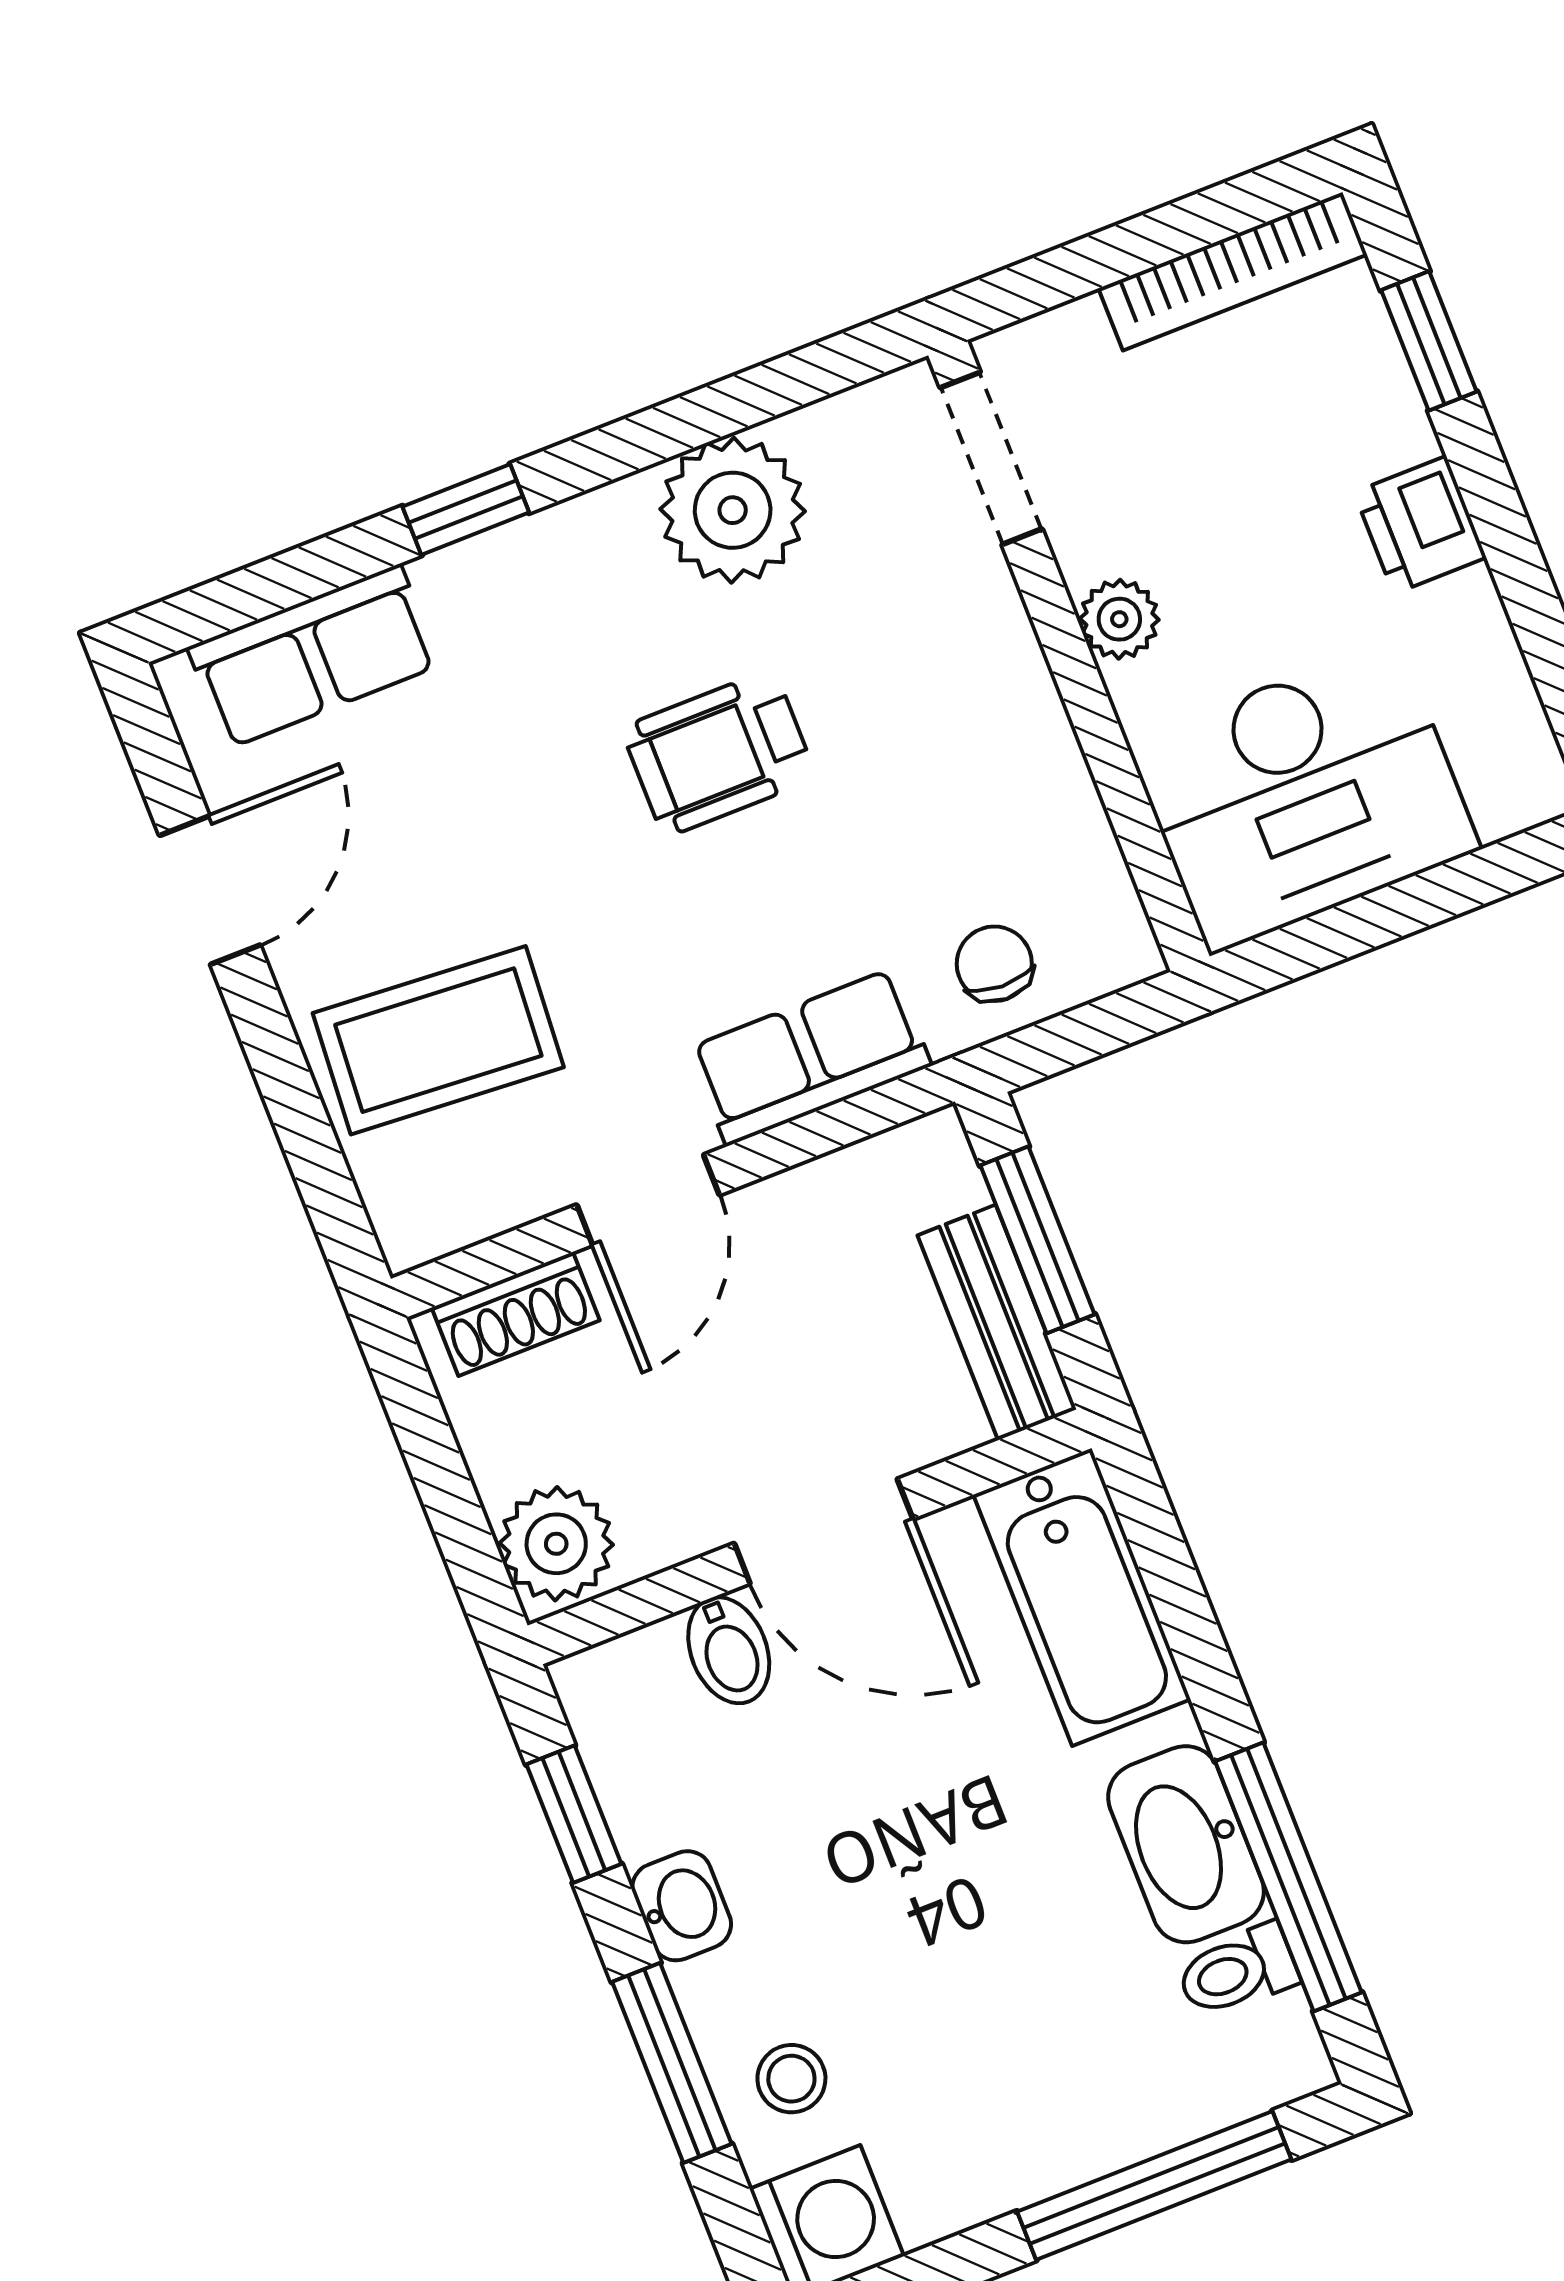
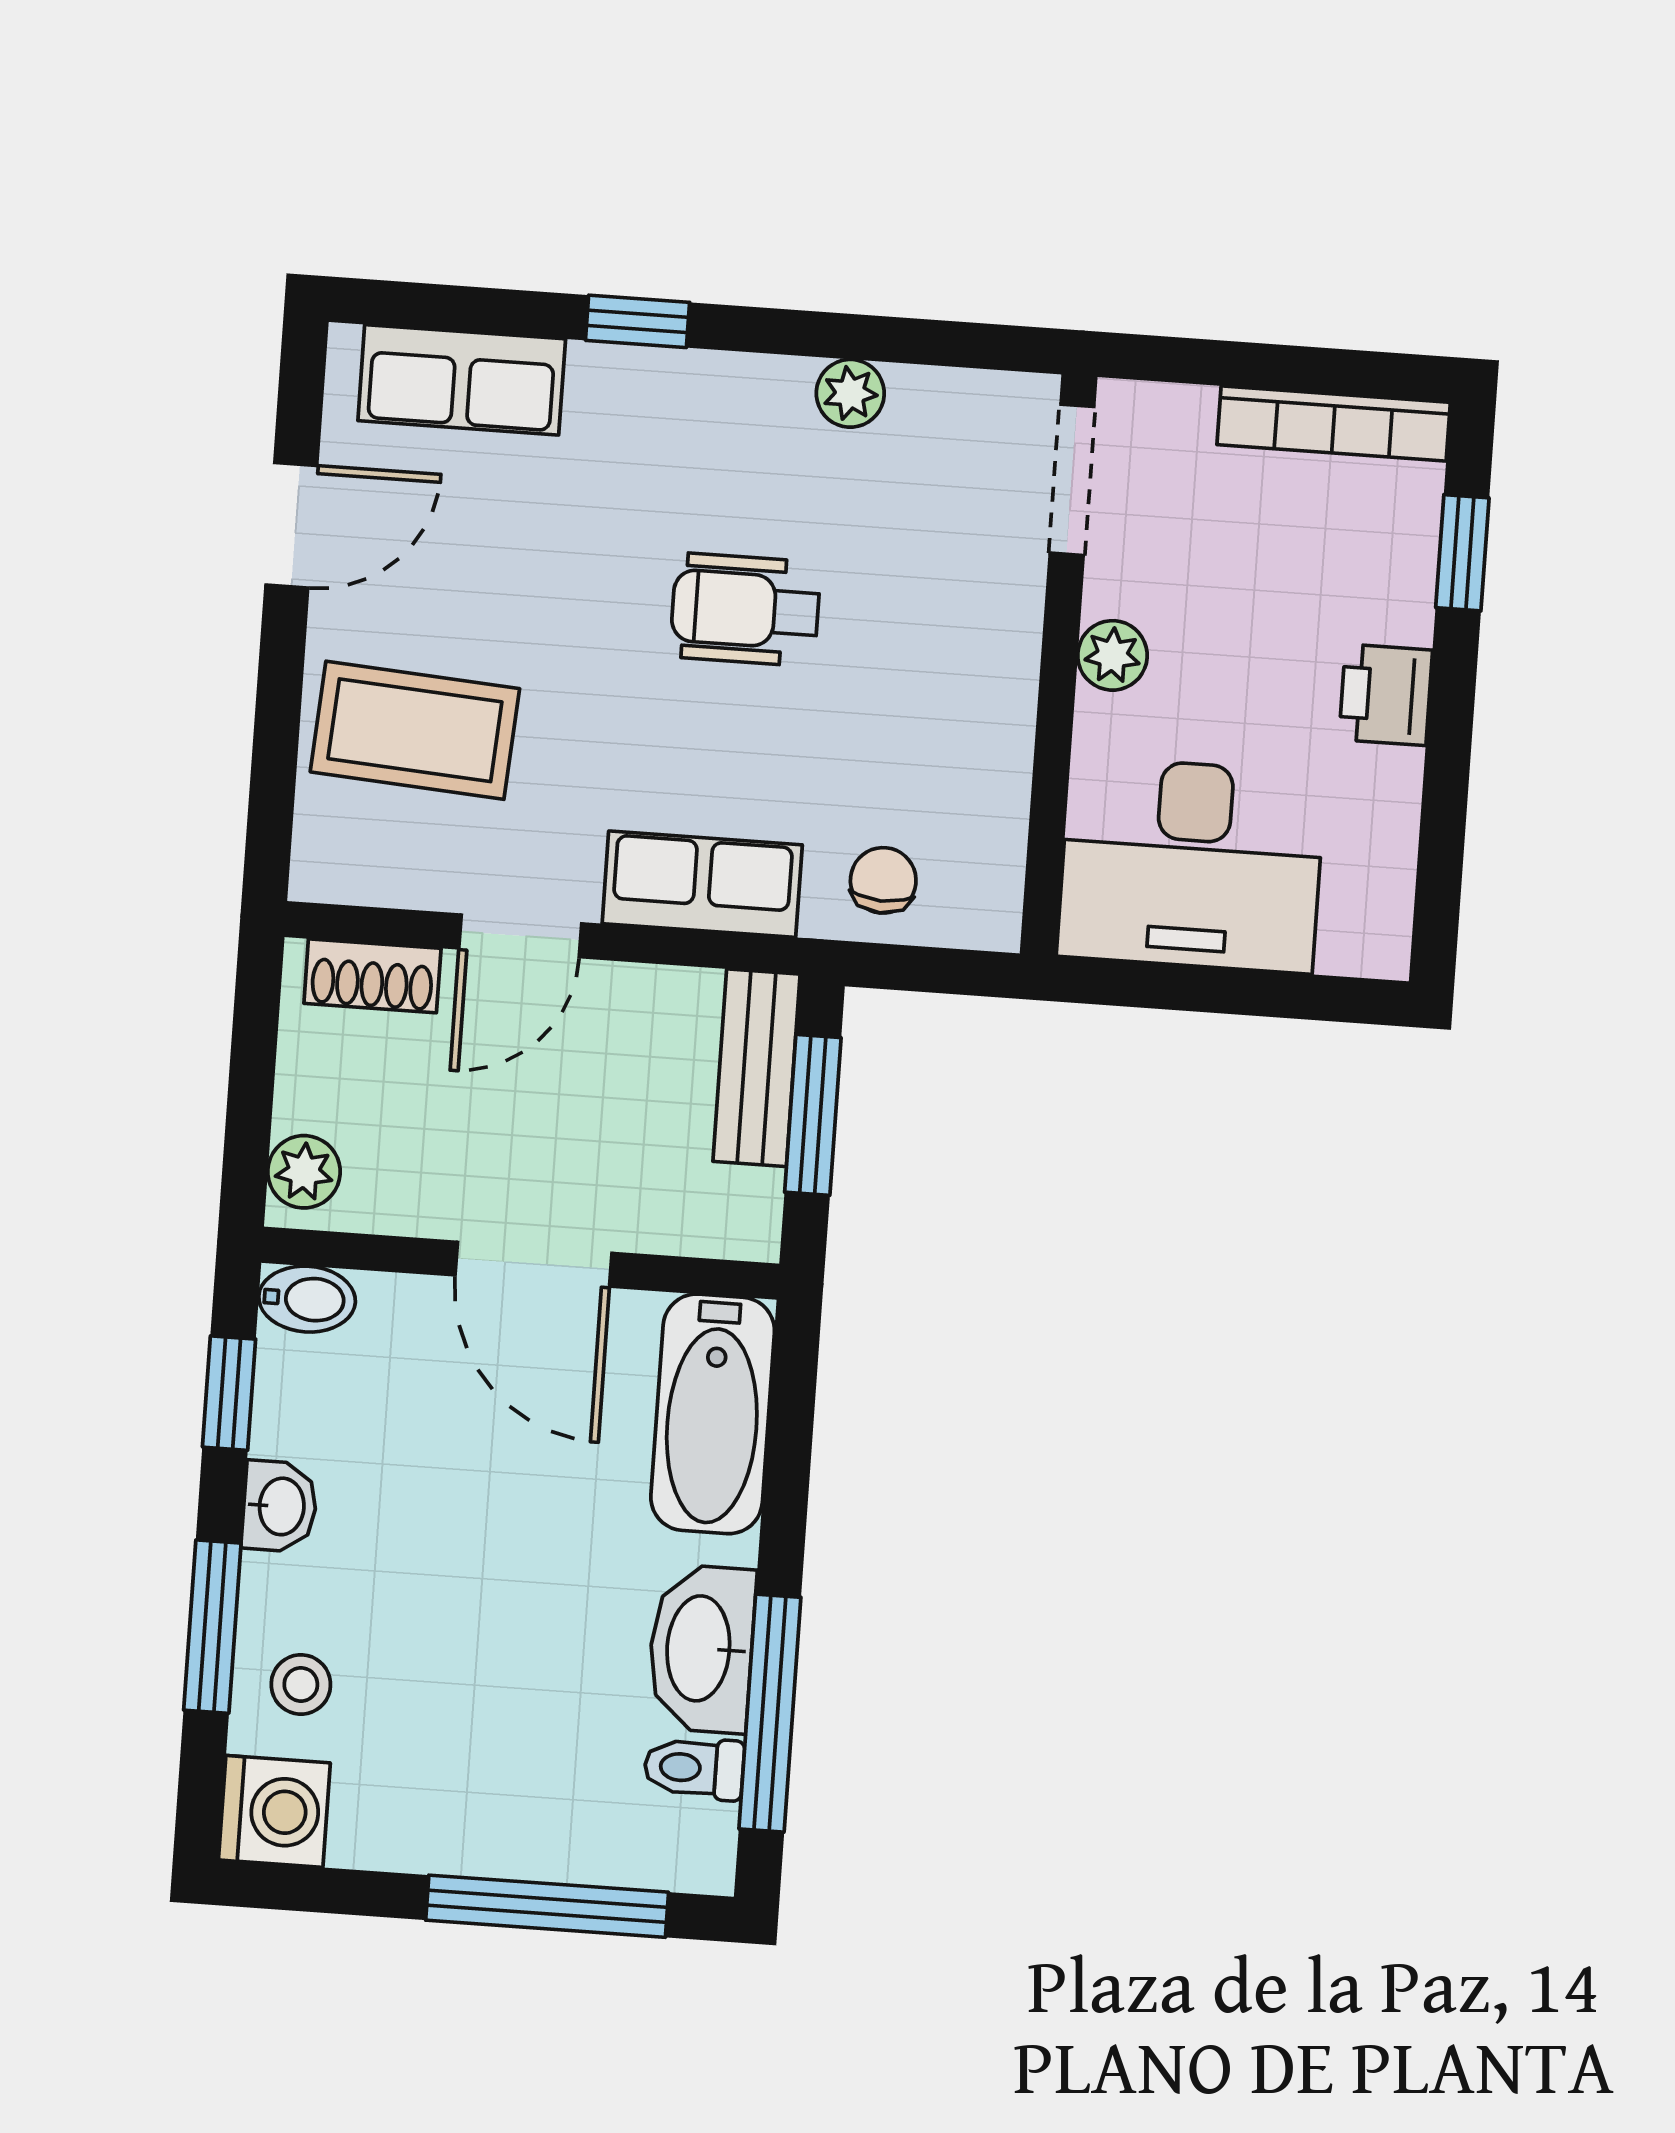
plant: (733, 510) -> (850, 393), width x0.53, depth x0.53
bench: (997, 1322) -> (757, 1068), moved
plant: (556, 1544) -> (304, 1172), width x0.73, depth x0.73
bidet: (729, 1650) -> (307, 1299), moved, turned -90

